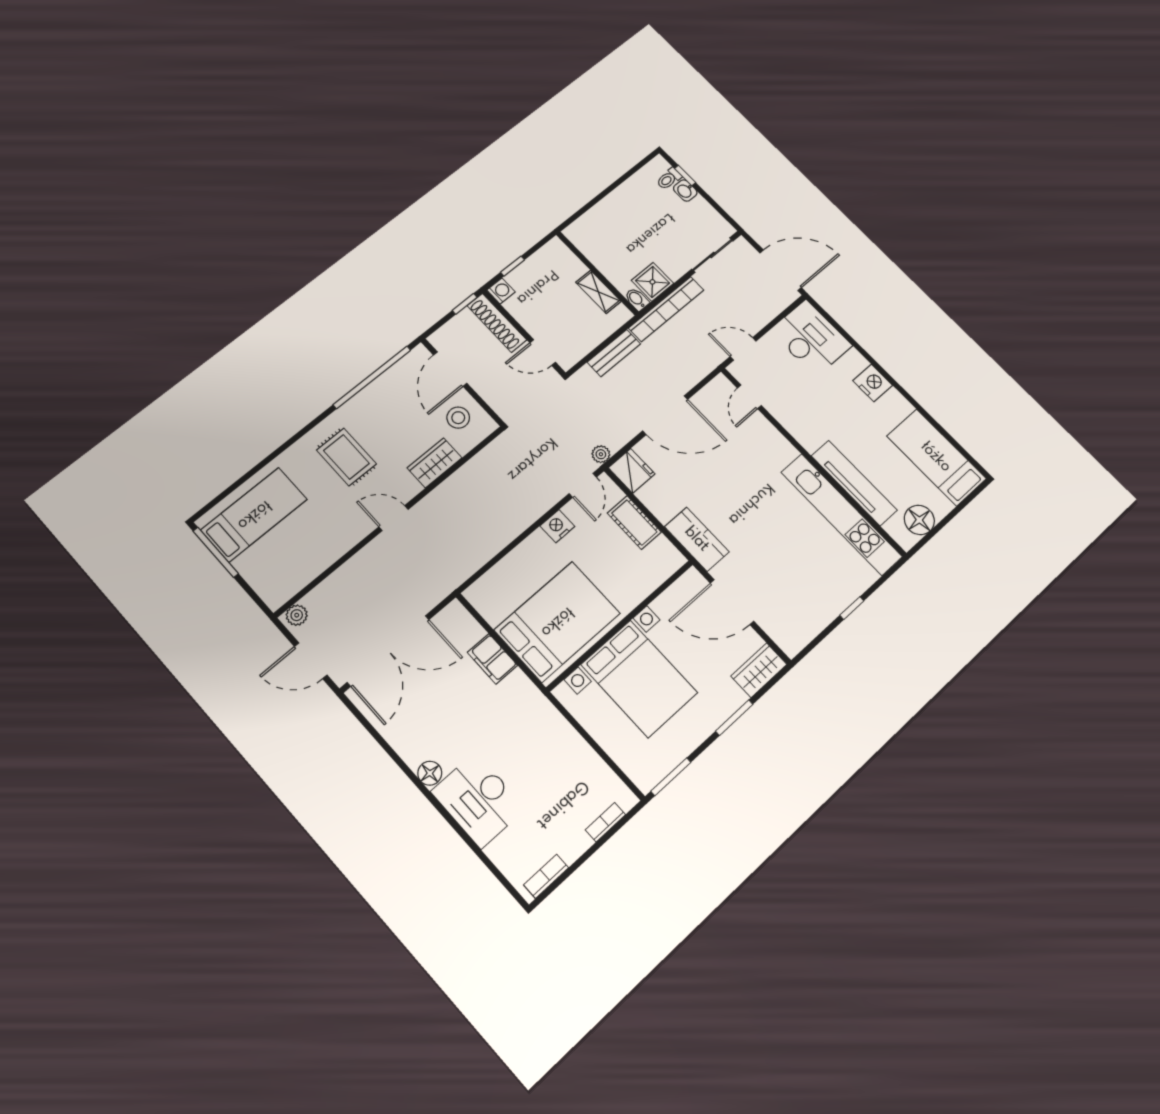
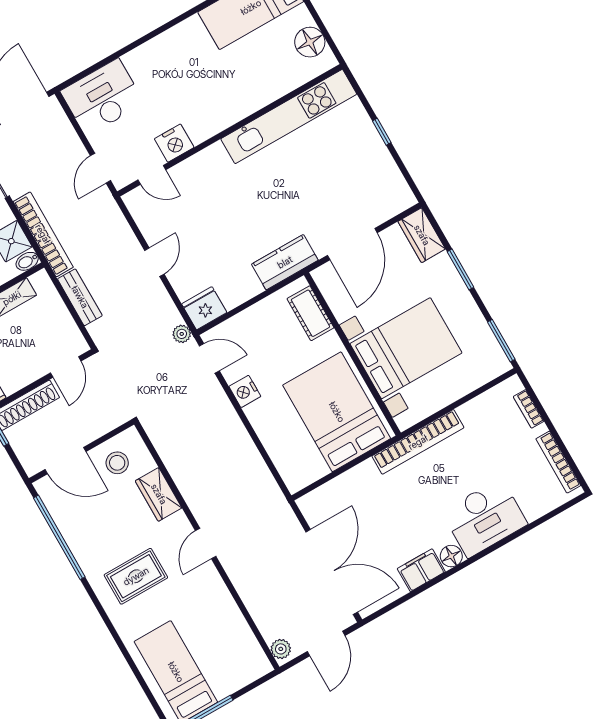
nightstand: (873, 383) -> (174, 143), moved, turned 180
door: (665, 415) -> (154, 262), width x0.53
tv unit: (854, 483) -> (260, 95), removed
cot: (634, 523) -> (310, 313), moved, turned 90
filing cabinet: (492, 659) -> (421, 570), moved, turned 180
bookcase: (544, 712) -> (418, 442), added
bookcase: (546, 876) -> (558, 462), width x1.56

